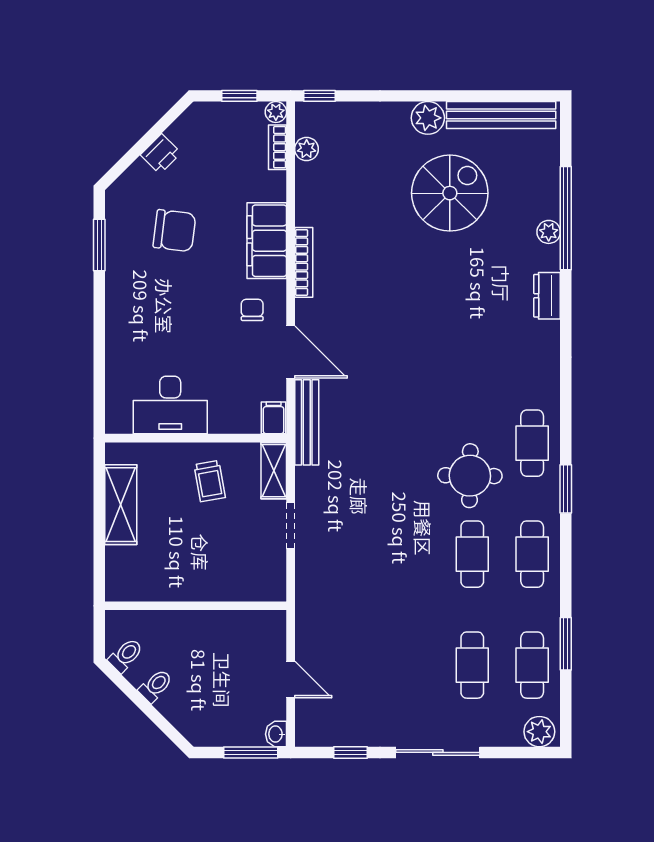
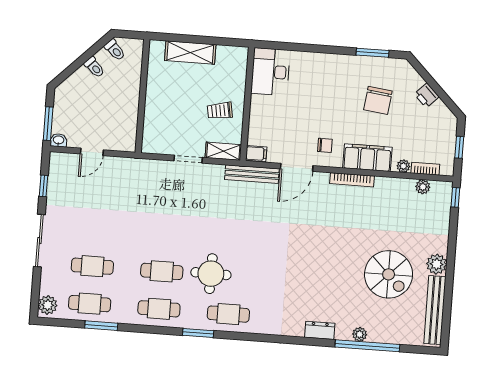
plant: (276, 112) -> (403, 166), moved
desk: (170, 405) -> (271, 72), moved
shelving: (121, 505) -> (190, 53), moved

